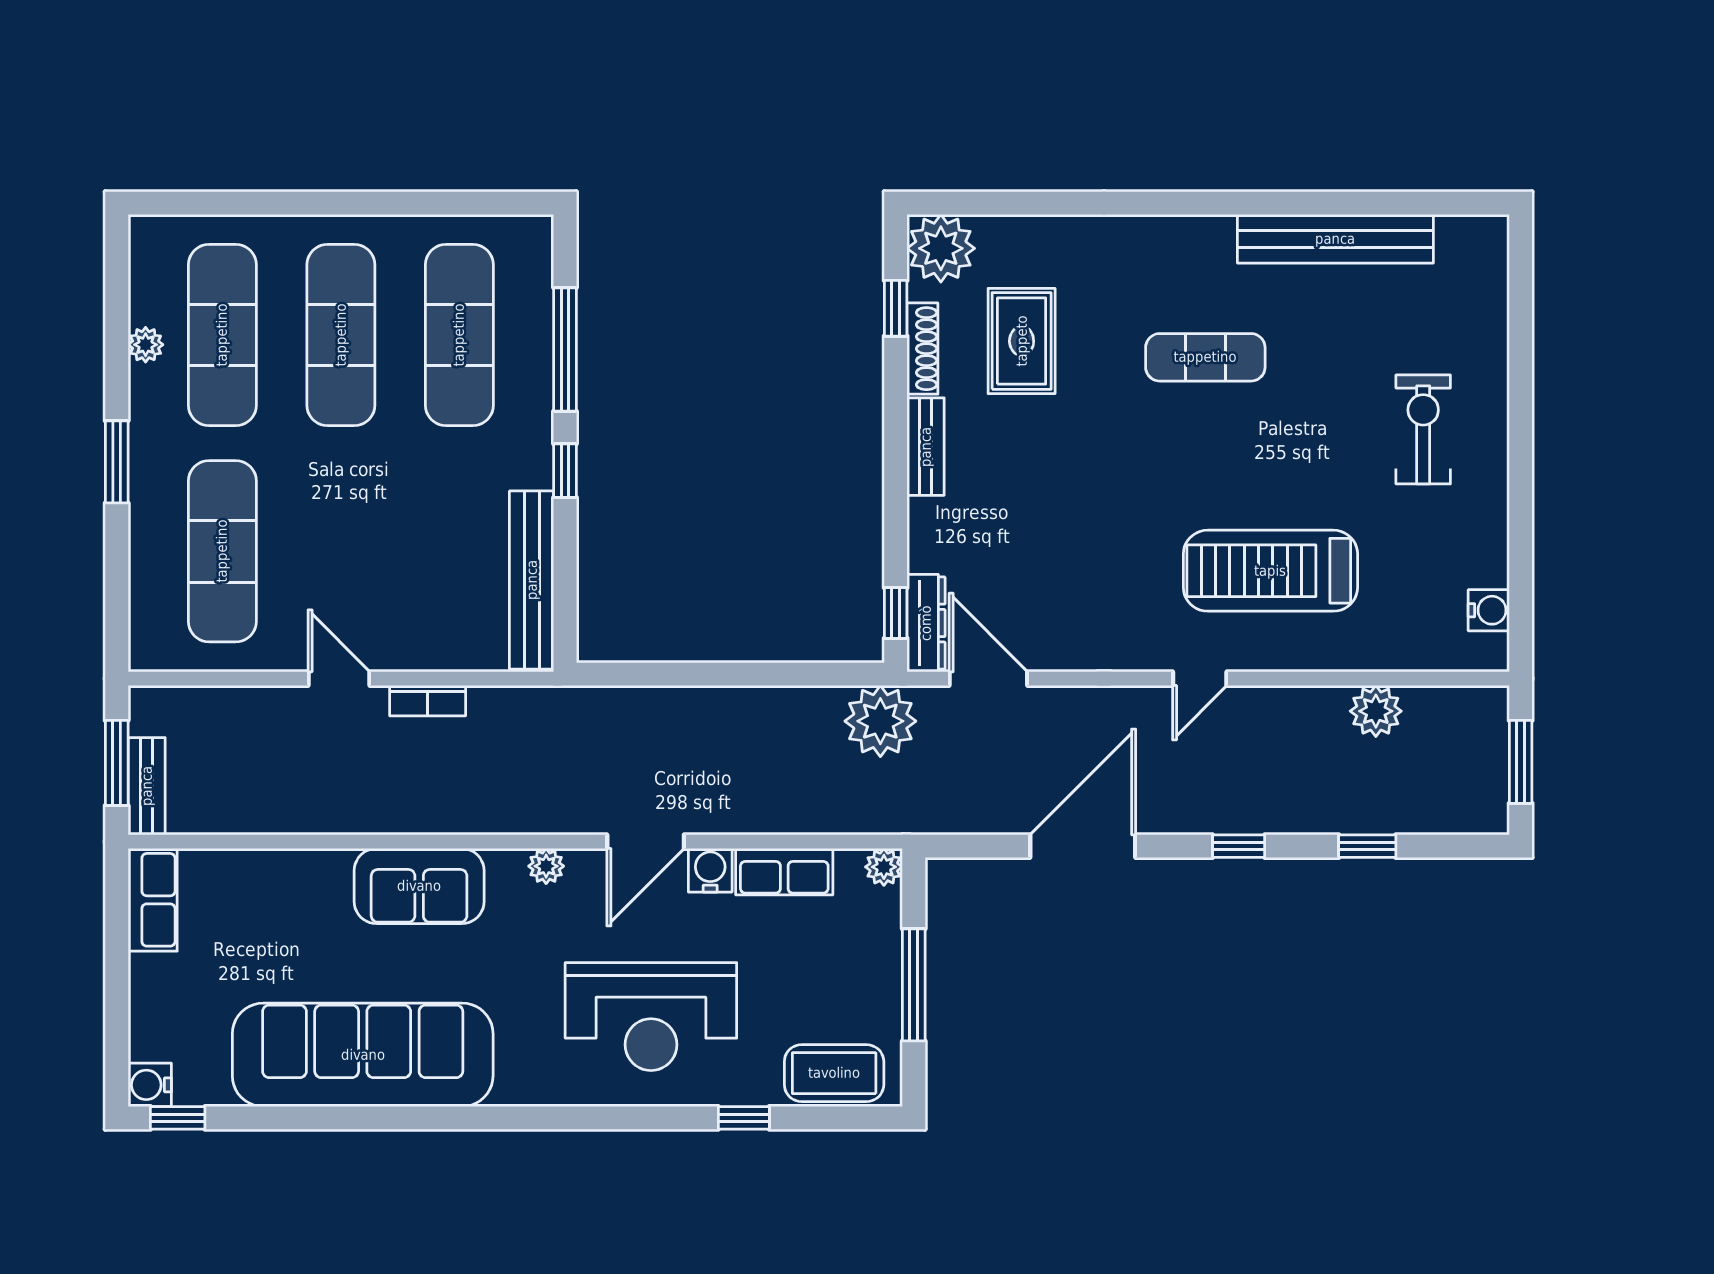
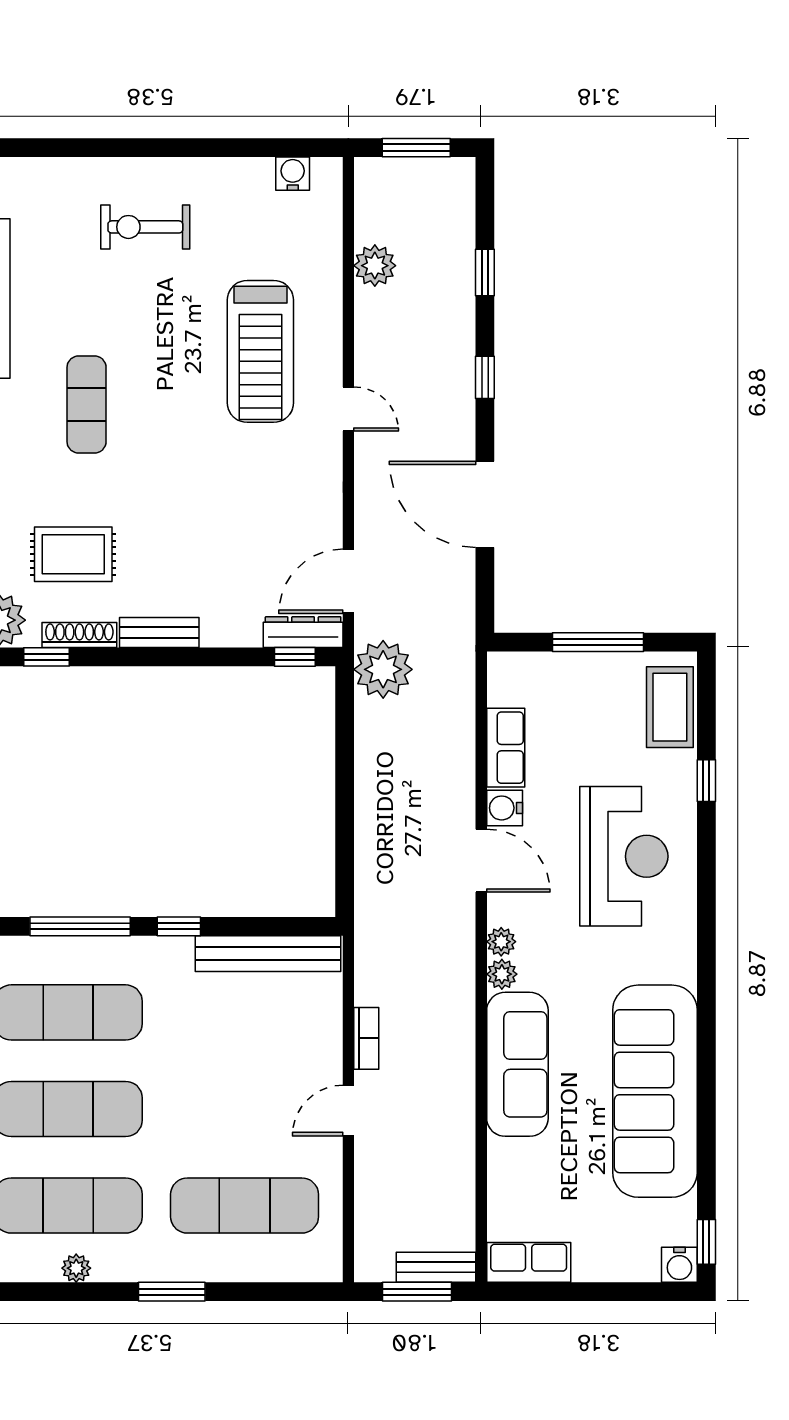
plant: (884, 867) -> (502, 974), moved
sofa: (419, 886) -> (517, 1064), width x1.36

